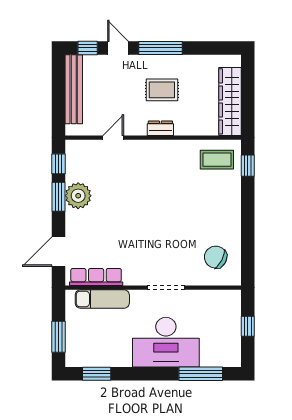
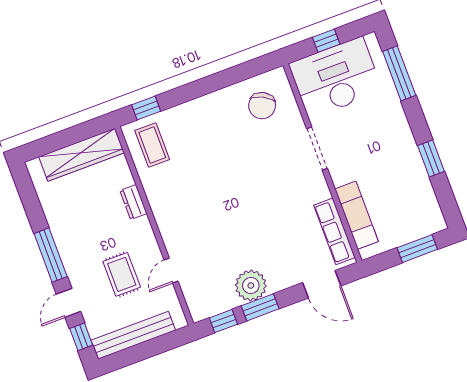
rug: (162, 90) -> (122, 274), moved
dresser: (160, 128) -> (133, 202), moved
door: (113, 138) -> (171, 271), hinge flipped
desk: (166, 342) -> (336, 78), moved, turned -90
window: (97, 374) -> (431, 158), moved

